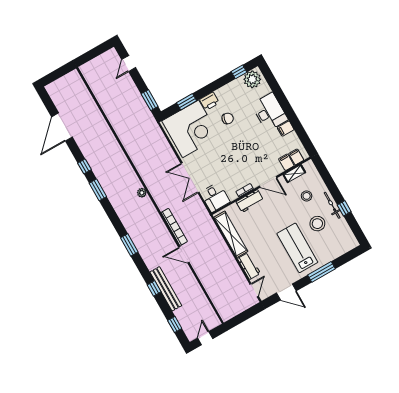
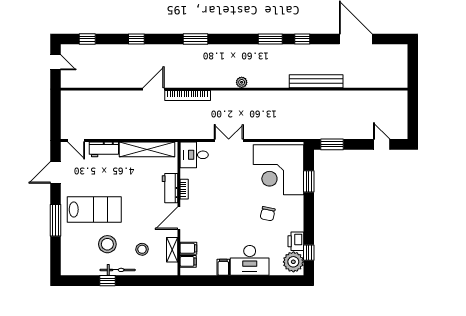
printer: (209, 101) -> (296, 241), moved
double door: (190, 178) -> (229, 141), width x0.73
bench: (166, 289) -> (316, 81), moved

